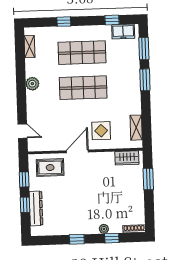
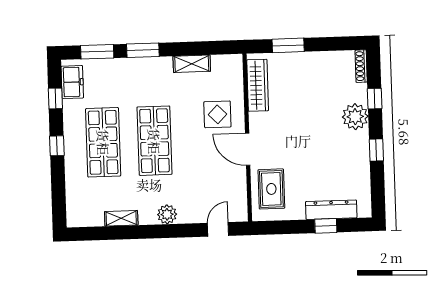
window: (64, 22) -> (57, 146), moved
shelving: (29, 47) -> (121, 218), moved
plant: (32, 84) -> (167, 214), moved
shelving: (136, 128) -> (192, 64), moved
wardrobe: (127, 158) -> (258, 85), width x1.50
window: (24, 179) -> (289, 227), removed
plant: (104, 229) -> (355, 117), width x1.88, depth x1.88

